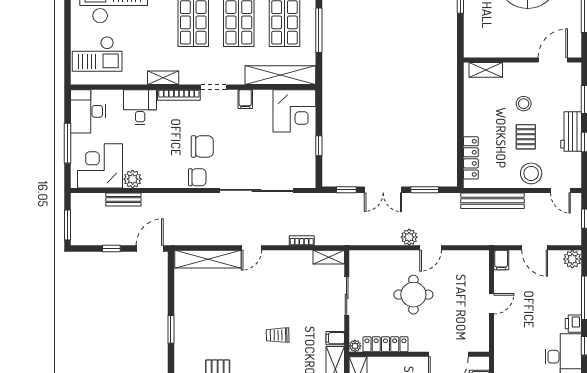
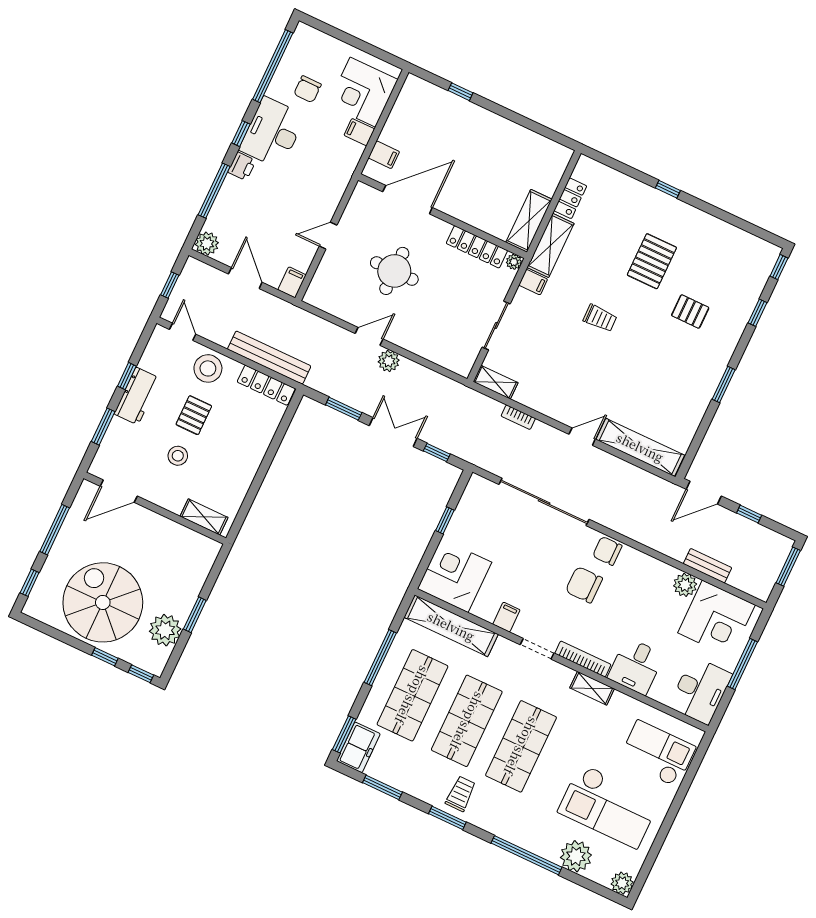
locker: (471, 158) -> (266, 385), moved, turned -90
round table: (413, 295) -> (394, 271), moved

